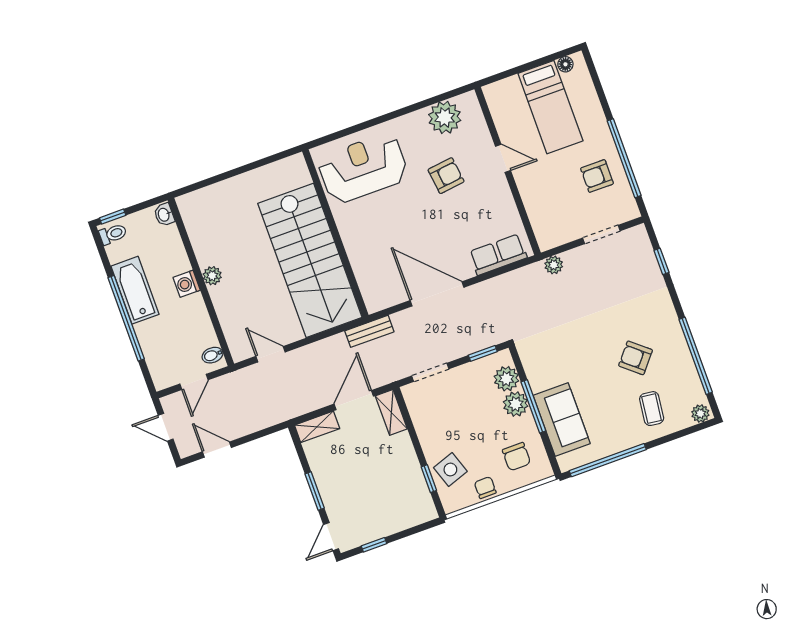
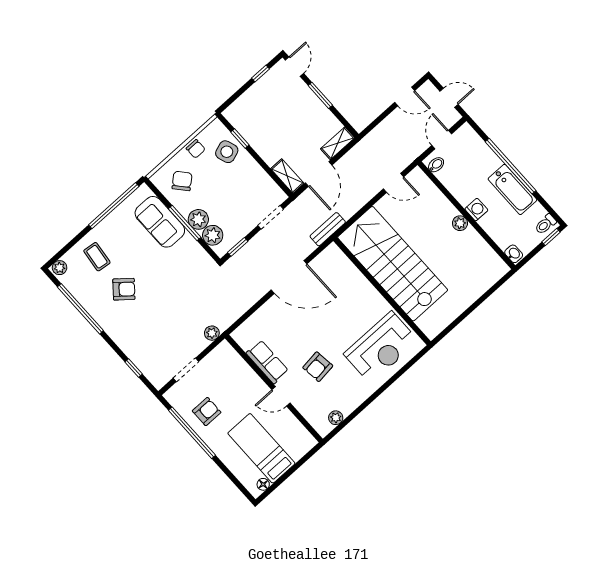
plant: (445, 117) -> (336, 418), width x0.53, depth x0.53
row of seats: (498, 255) -> (267, 362), moved, turned -90
chair: (516, 457) -> (182, 181), turned 49

